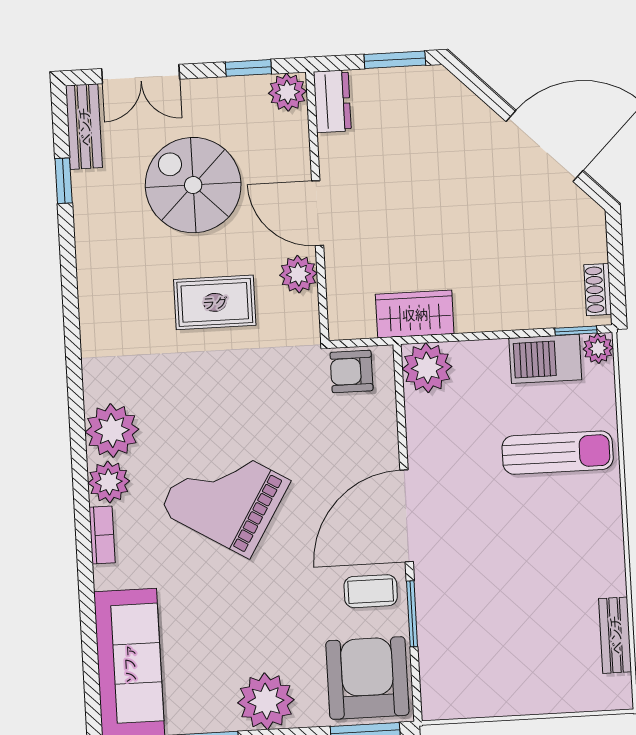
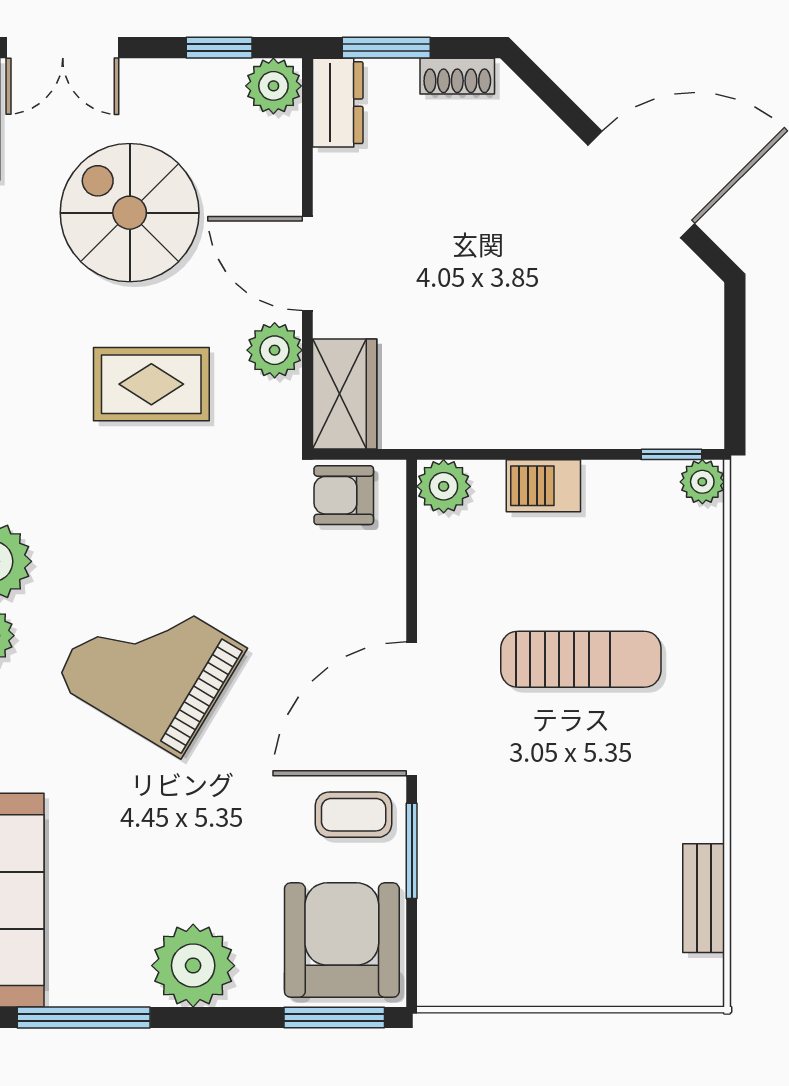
window: (395, 60) -> (386, 48), moved
shoe rack: (598, 290) -> (457, 76), moved, turned -90
wardrobe: (415, 314) -> (345, 394), moved, turned 90
barbecue: (545, 359) -> (543, 486), moved, width x0.73, depth x0.79
plant: (427, 368) -> (444, 486), width x0.73, depth x0.73
sun lounger: (558, 453) -> (581, 659), moved

